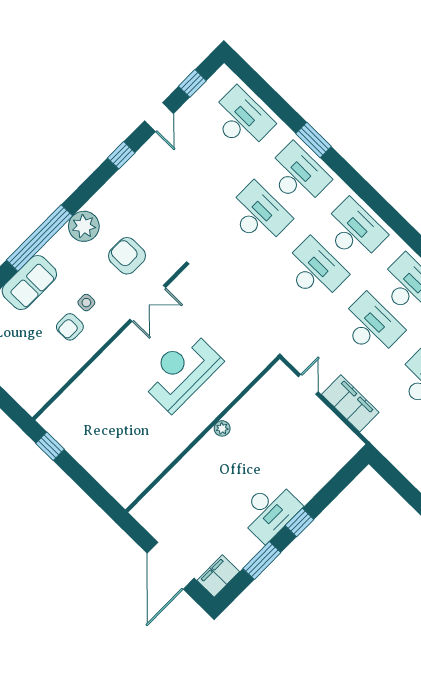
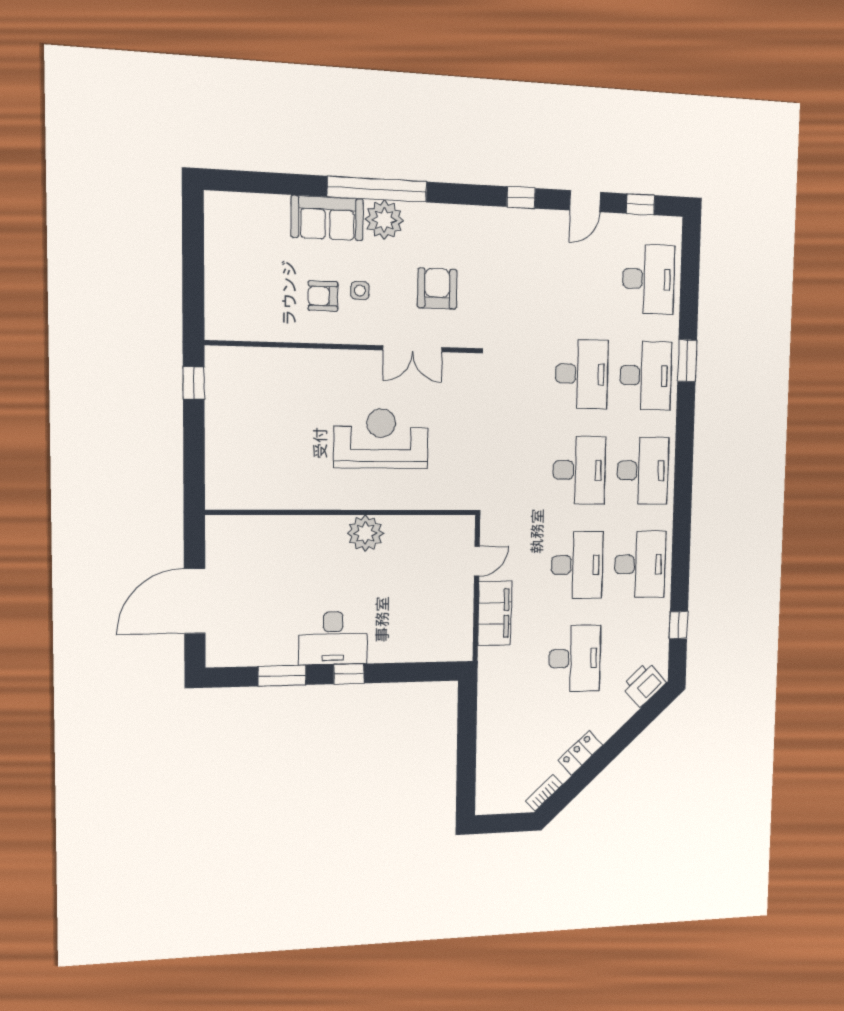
plant: (84, 226) -> (384, 220), moved
plant: (222, 428) -> (365, 533), width x1.87, depth x1.87
filing cabinet: (218, 576) -> (229, 652), removed

